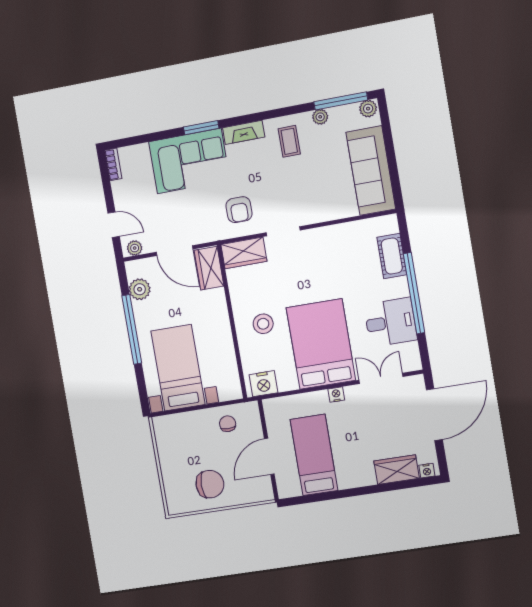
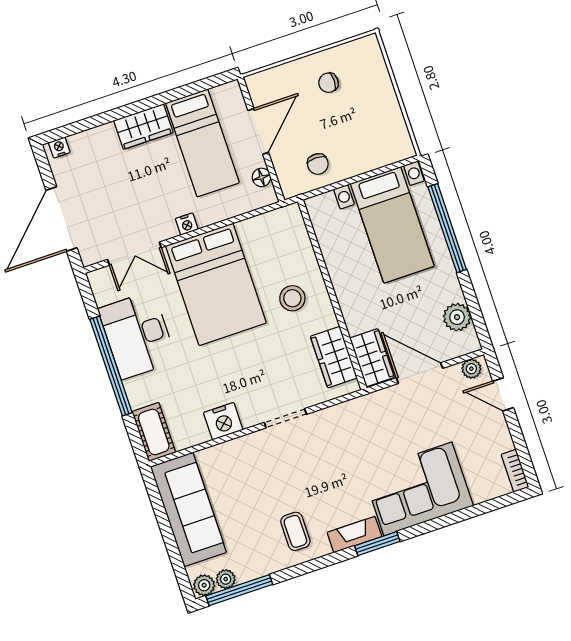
plant: (320, 117) -> (226, 579), moved
window: (201, 128) -> (377, 544), moved
armchair: (239, 210) -> (345, 437), removed
wardrobe: (244, 253) -> (334, 357), moved, turned -90
cot: (392, 256) -> (154, 432), moved
desk: (390, 322) -> (137, 335), width x1.37
window: (132, 329) -> (447, 228), moved
nightstand: (263, 384) -> (223, 421), moved, turned 180
floor lamp: (272, 421) -> (261, 177), added
wardrobe: (397, 470) -> (143, 127), moved
chair: (210, 484) -> (328, 83), width x0.54, depth x0.54

